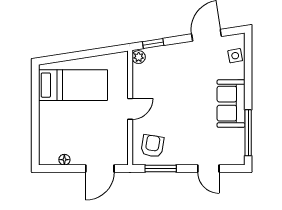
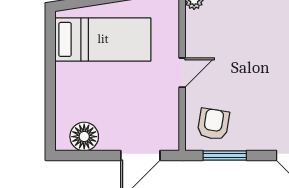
floor lamp: (64, 160) -> (84, 137), width x1.89, depth x1.89

